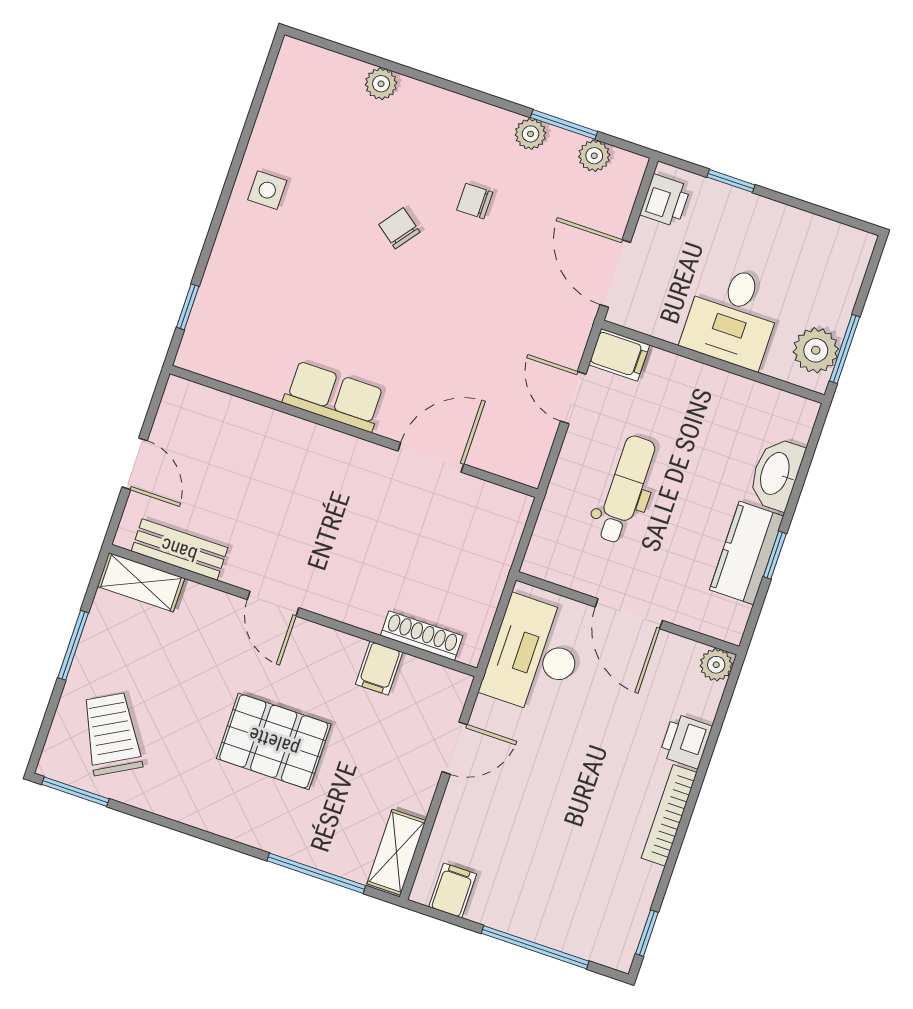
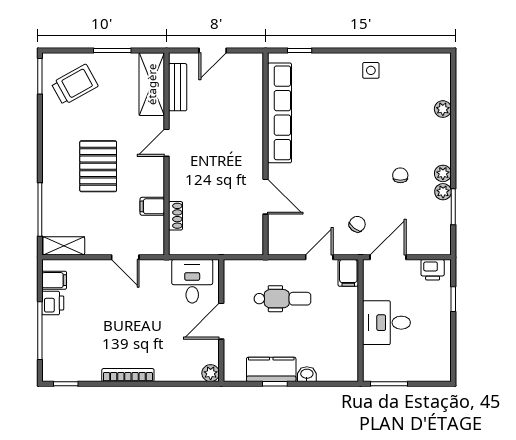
plant: (594, 156) -> (443, 173), moved
chair: (399, 228) -> (357, 224), moved
plant: (816, 350) -> (384, 370), removed
row of seats: (334, 396) -> (280, 113), width x2.02
washbasin: (776, 474) -> (307, 374), width x0.52, depth x0.69
shelving: (141, 582) -> (152, 84), width x1.50, depth x1.33
shoe rack: (422, 636) -> (176, 216), width x0.70
desk: (534, 655) -> (192, 281), width x0.73
printer: (686, 741) -> (53, 303), moved, turned 90

